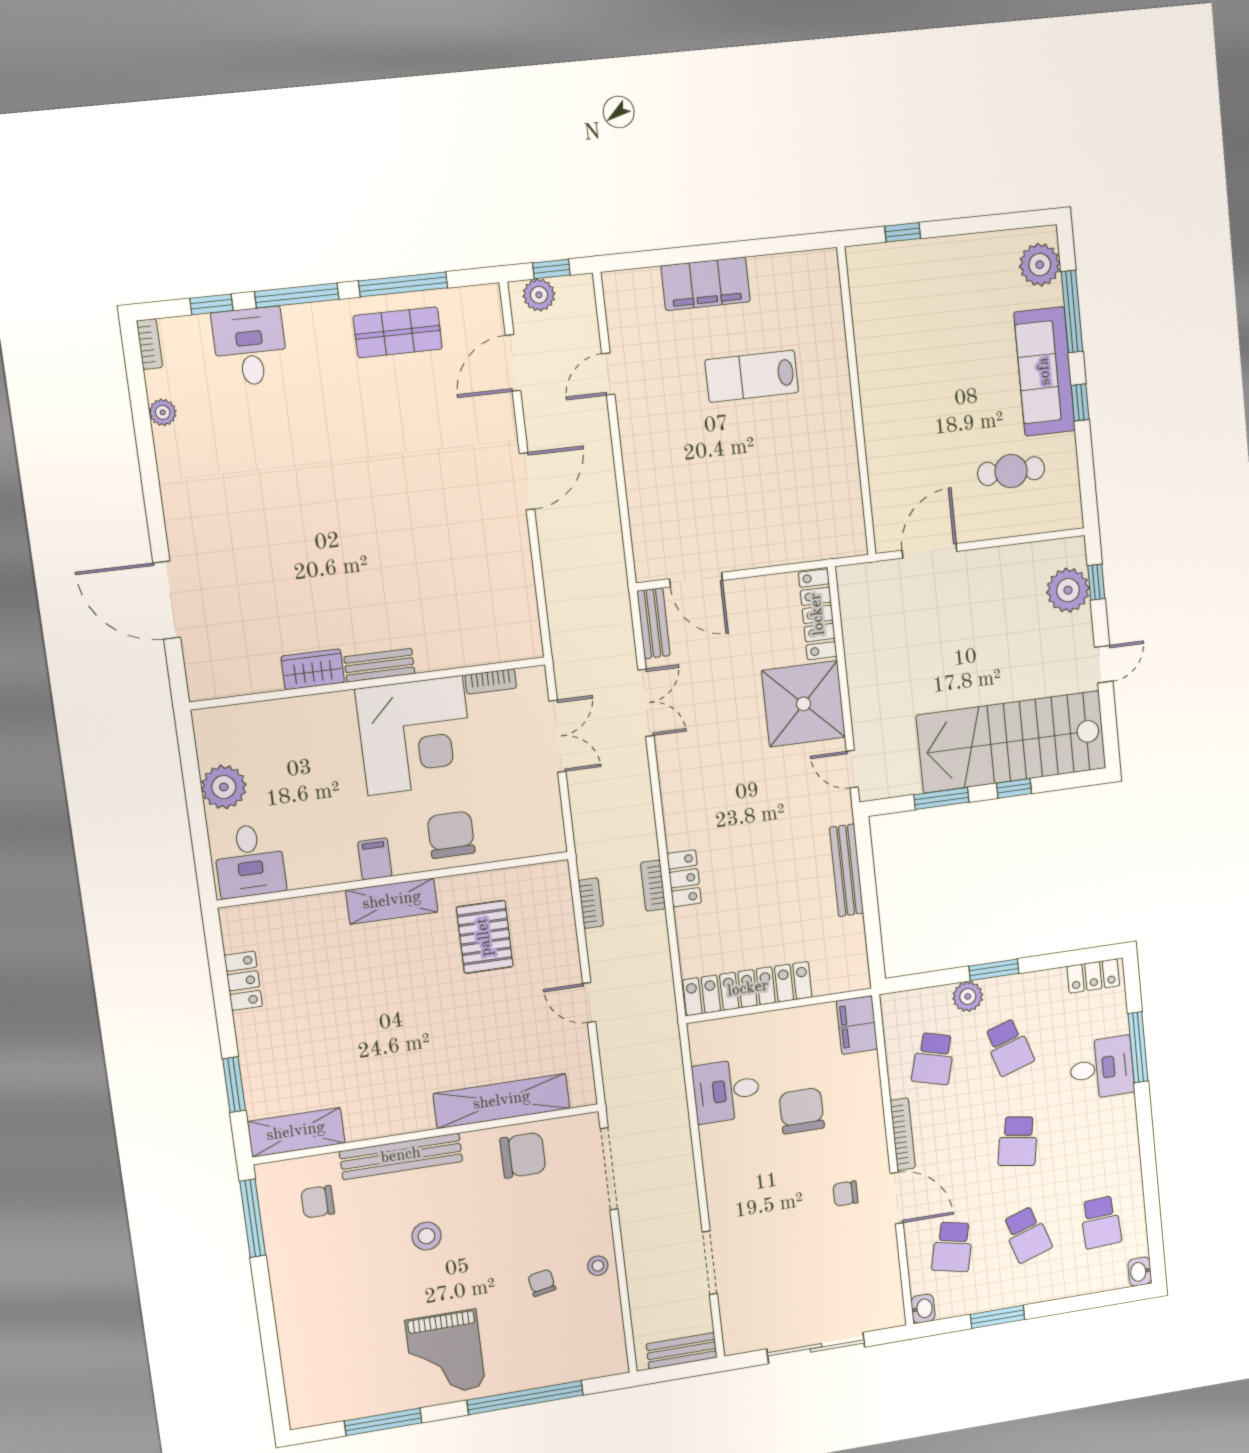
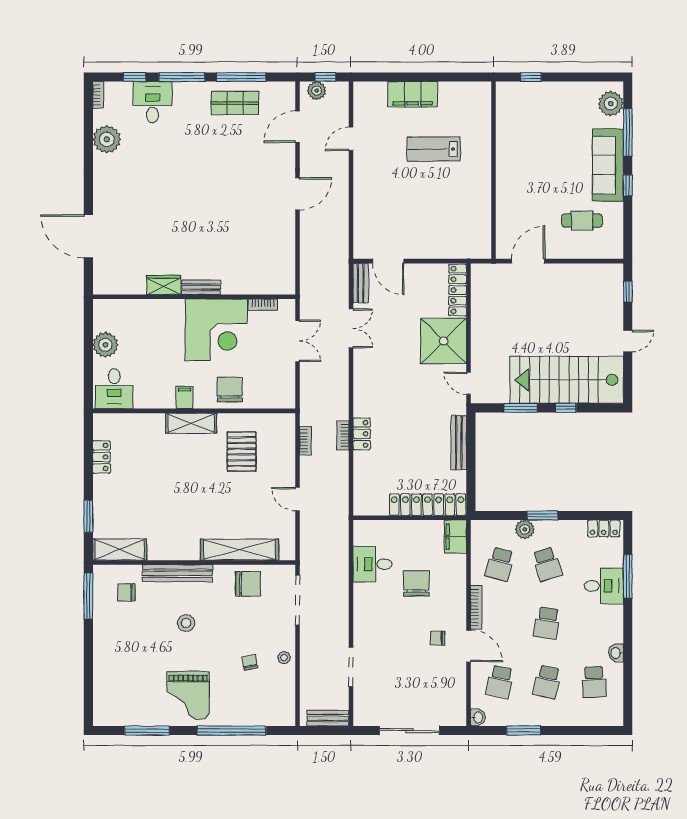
plant: (163, 412) -> (107, 139), width x1.88, depth x1.88
plant: (1068, 590) -> (610, 294), removed
locker: (748, 989) -> (428, 505), moved
school desk: (1027, 1235) -> (547, 682), turned 30
washbasin: (1140, 1272) -> (616, 653), moved

